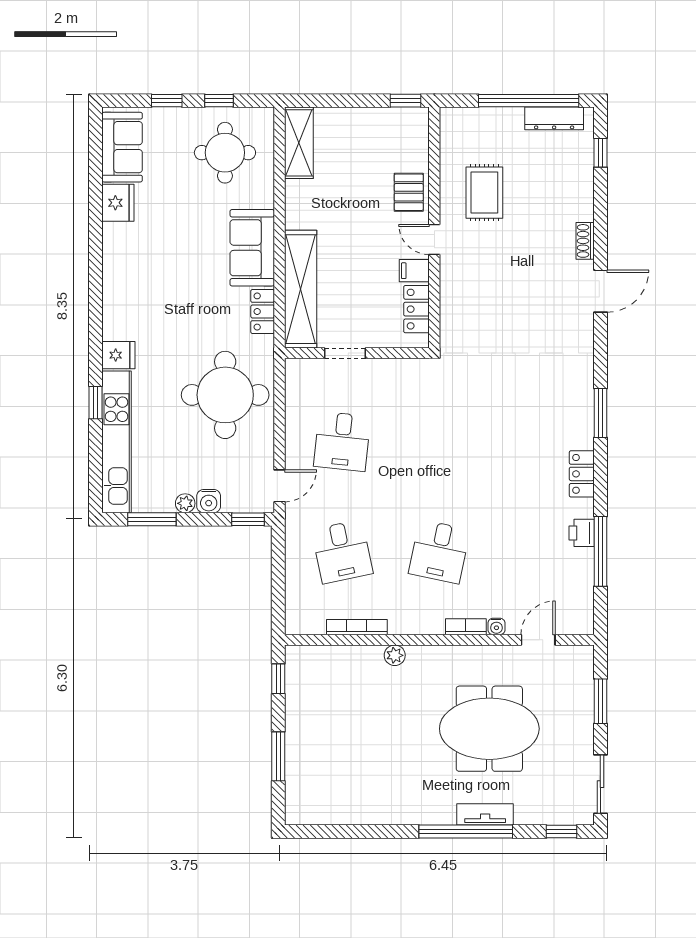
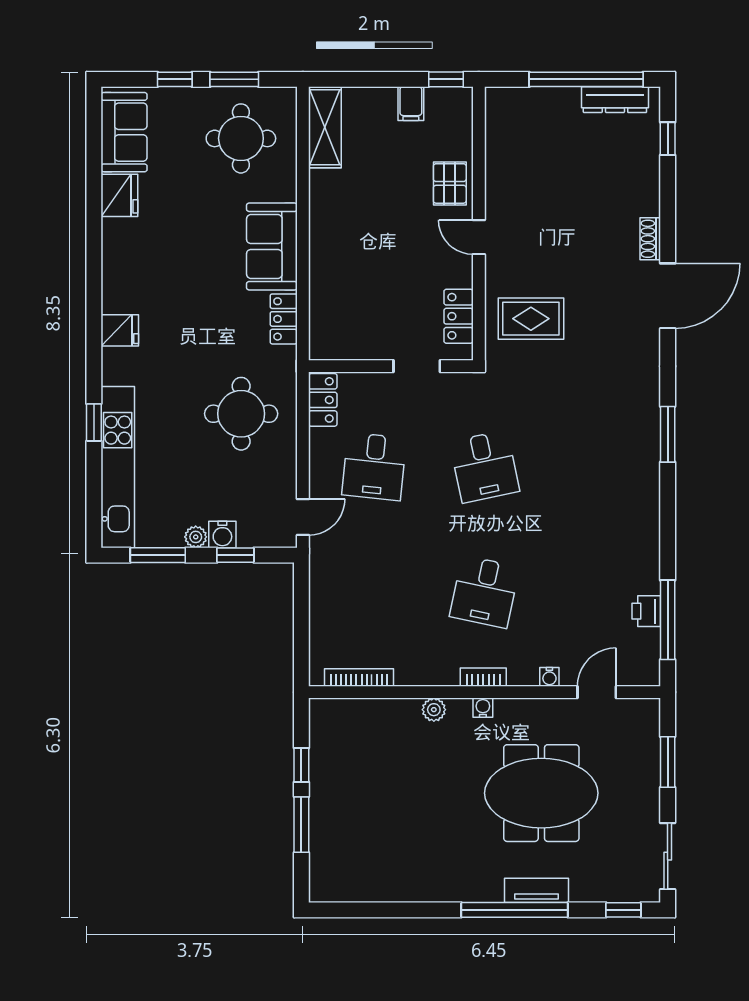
window: (219, 101) -> (234, 79), width x1.50
rug: (484, 193) -> (531, 319), moved, turned 90
filing cabinet: (414, 271) -> (411, 104), moved, turned -90
shelving: (301, 289) -> (327, 293), removed
door: (600, 291) -> (668, 296), width x1.36
doorway: (345, 353) -> (417, 366), moved
fridge: (118, 355) -> (120, 330), moved
round table: (225, 395) -> (241, 414), width x0.73, depth x0.73
locker: (582, 474) -> (323, 400), moved, turned 180
window: (248, 519) -> (235, 555), moved
printer: (582, 533) -> (646, 611), moved
window: (600, 551) -> (668, 620), moved
desk: (342, 552) -> (485, 467), moved
bookcase: (357, 627) -> (359, 678), moved
bookcase: (466, 627) -> (483, 677), moved
water cooler: (438, 654) -> (483, 708), added
window: (278, 679) -> (301, 765), moved

